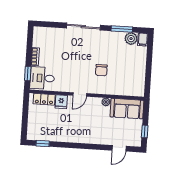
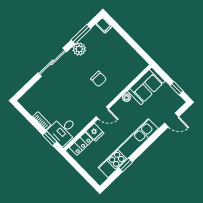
plant: (131, 39) -> (79, 49), moved
door: (80, 94) -> (102, 113), hinge flipped
kitchen unit: (71, 136) -> (128, 148), added
window: (43, 143) -> (126, 165), moved
door: (119, 148) -> (172, 120), hinge flipped

